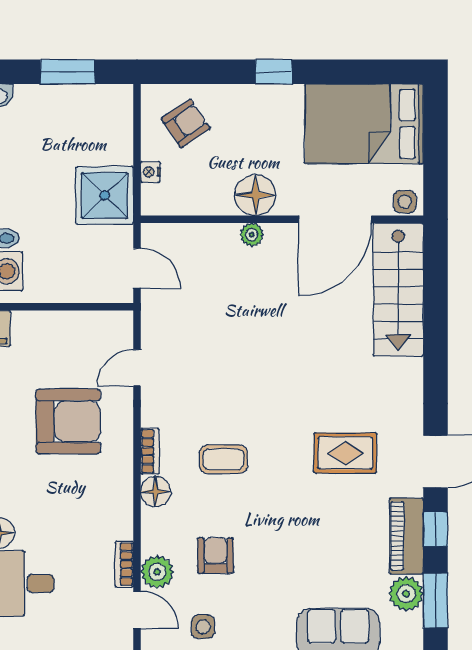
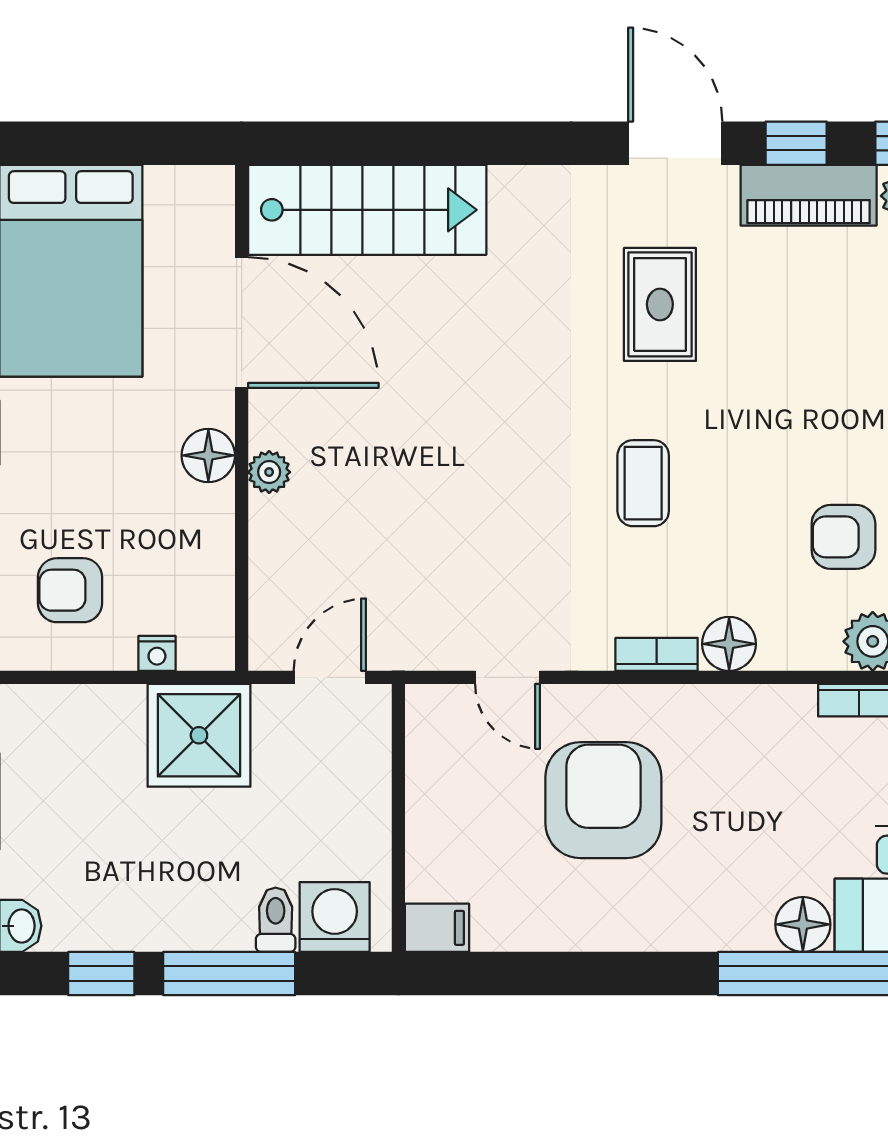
armchair: (186, 123) -> (70, 590), turned -56
floor lamp: (255, 195) -> (208, 455), width x0.73, depth x0.73
side table: (405, 202) -> (210, 198), removed
coffee table: (223, 459) -> (643, 483), moved

